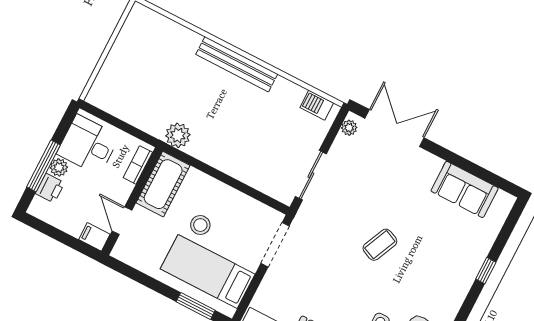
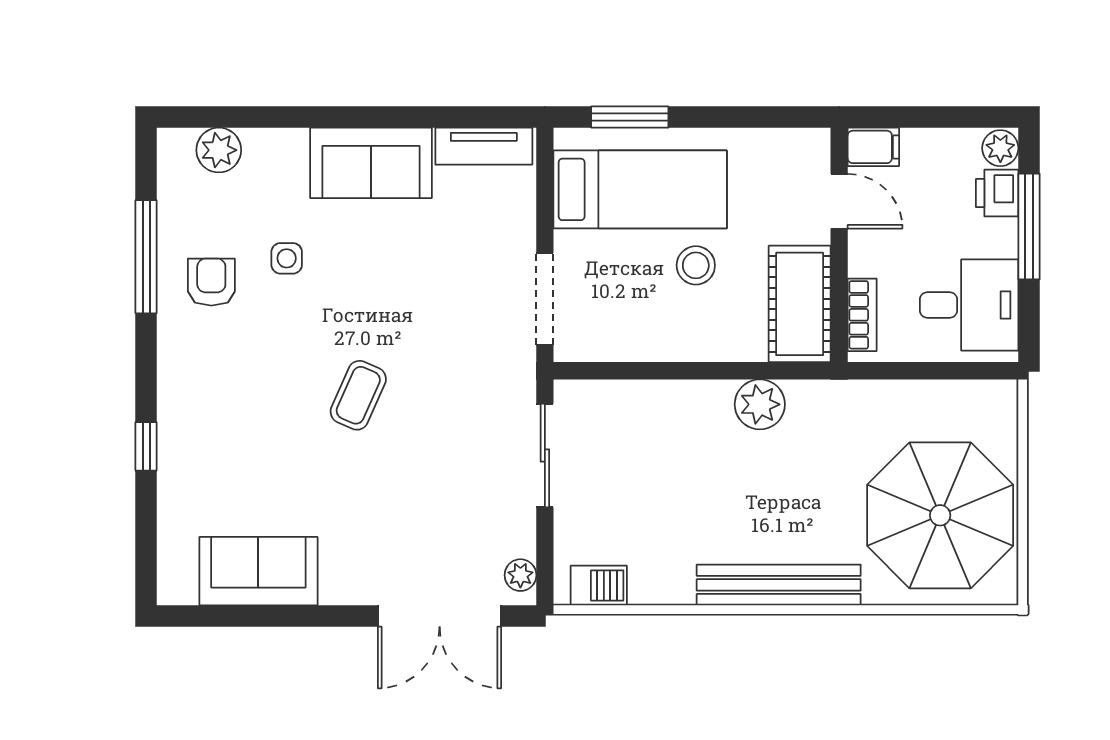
parasol: (149, 58) -> (940, 515), added
plant: (178, 135) -> (760, 404), moved
plant: (59, 167) -> (1000, 148), moved

